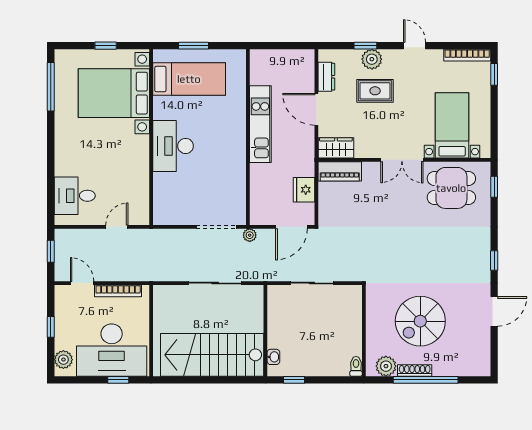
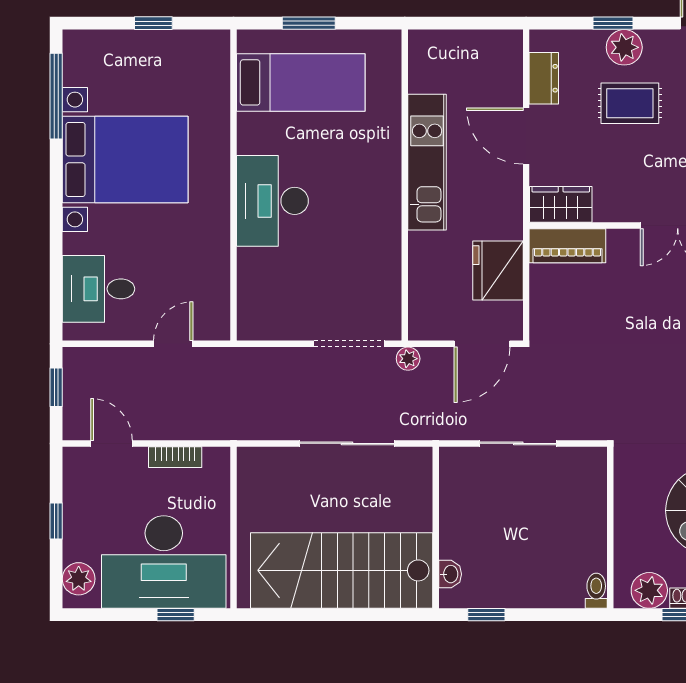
bed with nightstands: (114, 93) -> (125, 159), moved, turned 180
fridge: (304, 190) -> (498, 270), width x1.36, depth x1.34
bookcase: (118, 291) -> (175, 457), width x0.64

